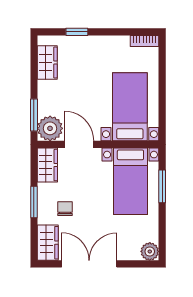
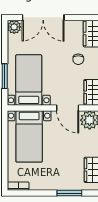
window: (77, 32) -> (69, 193), width x1.50
double door: (89, 264) -> (43, 17), moved

